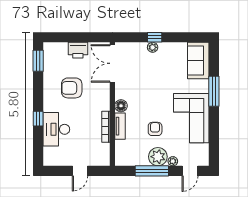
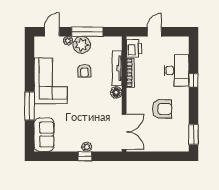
printer: (78, 50) -> (134, 48), moved, turned 90
tv unit: (120, 126) -> (117, 68), width x1.41

